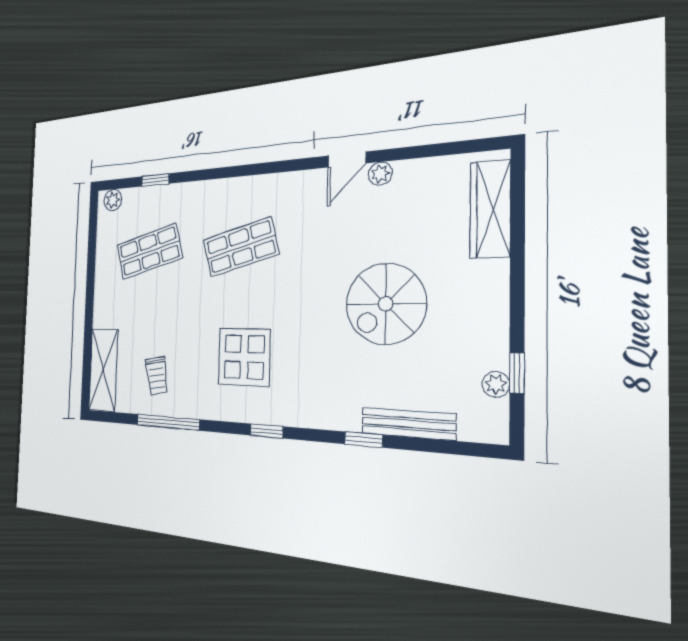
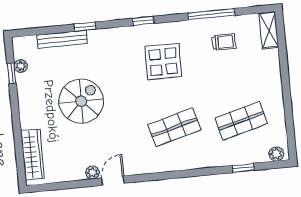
shelving: (103, 370) -> (269, 30), width x0.67, depth x0.75
trolley: (157, 376) -> (224, 42), turned 100

